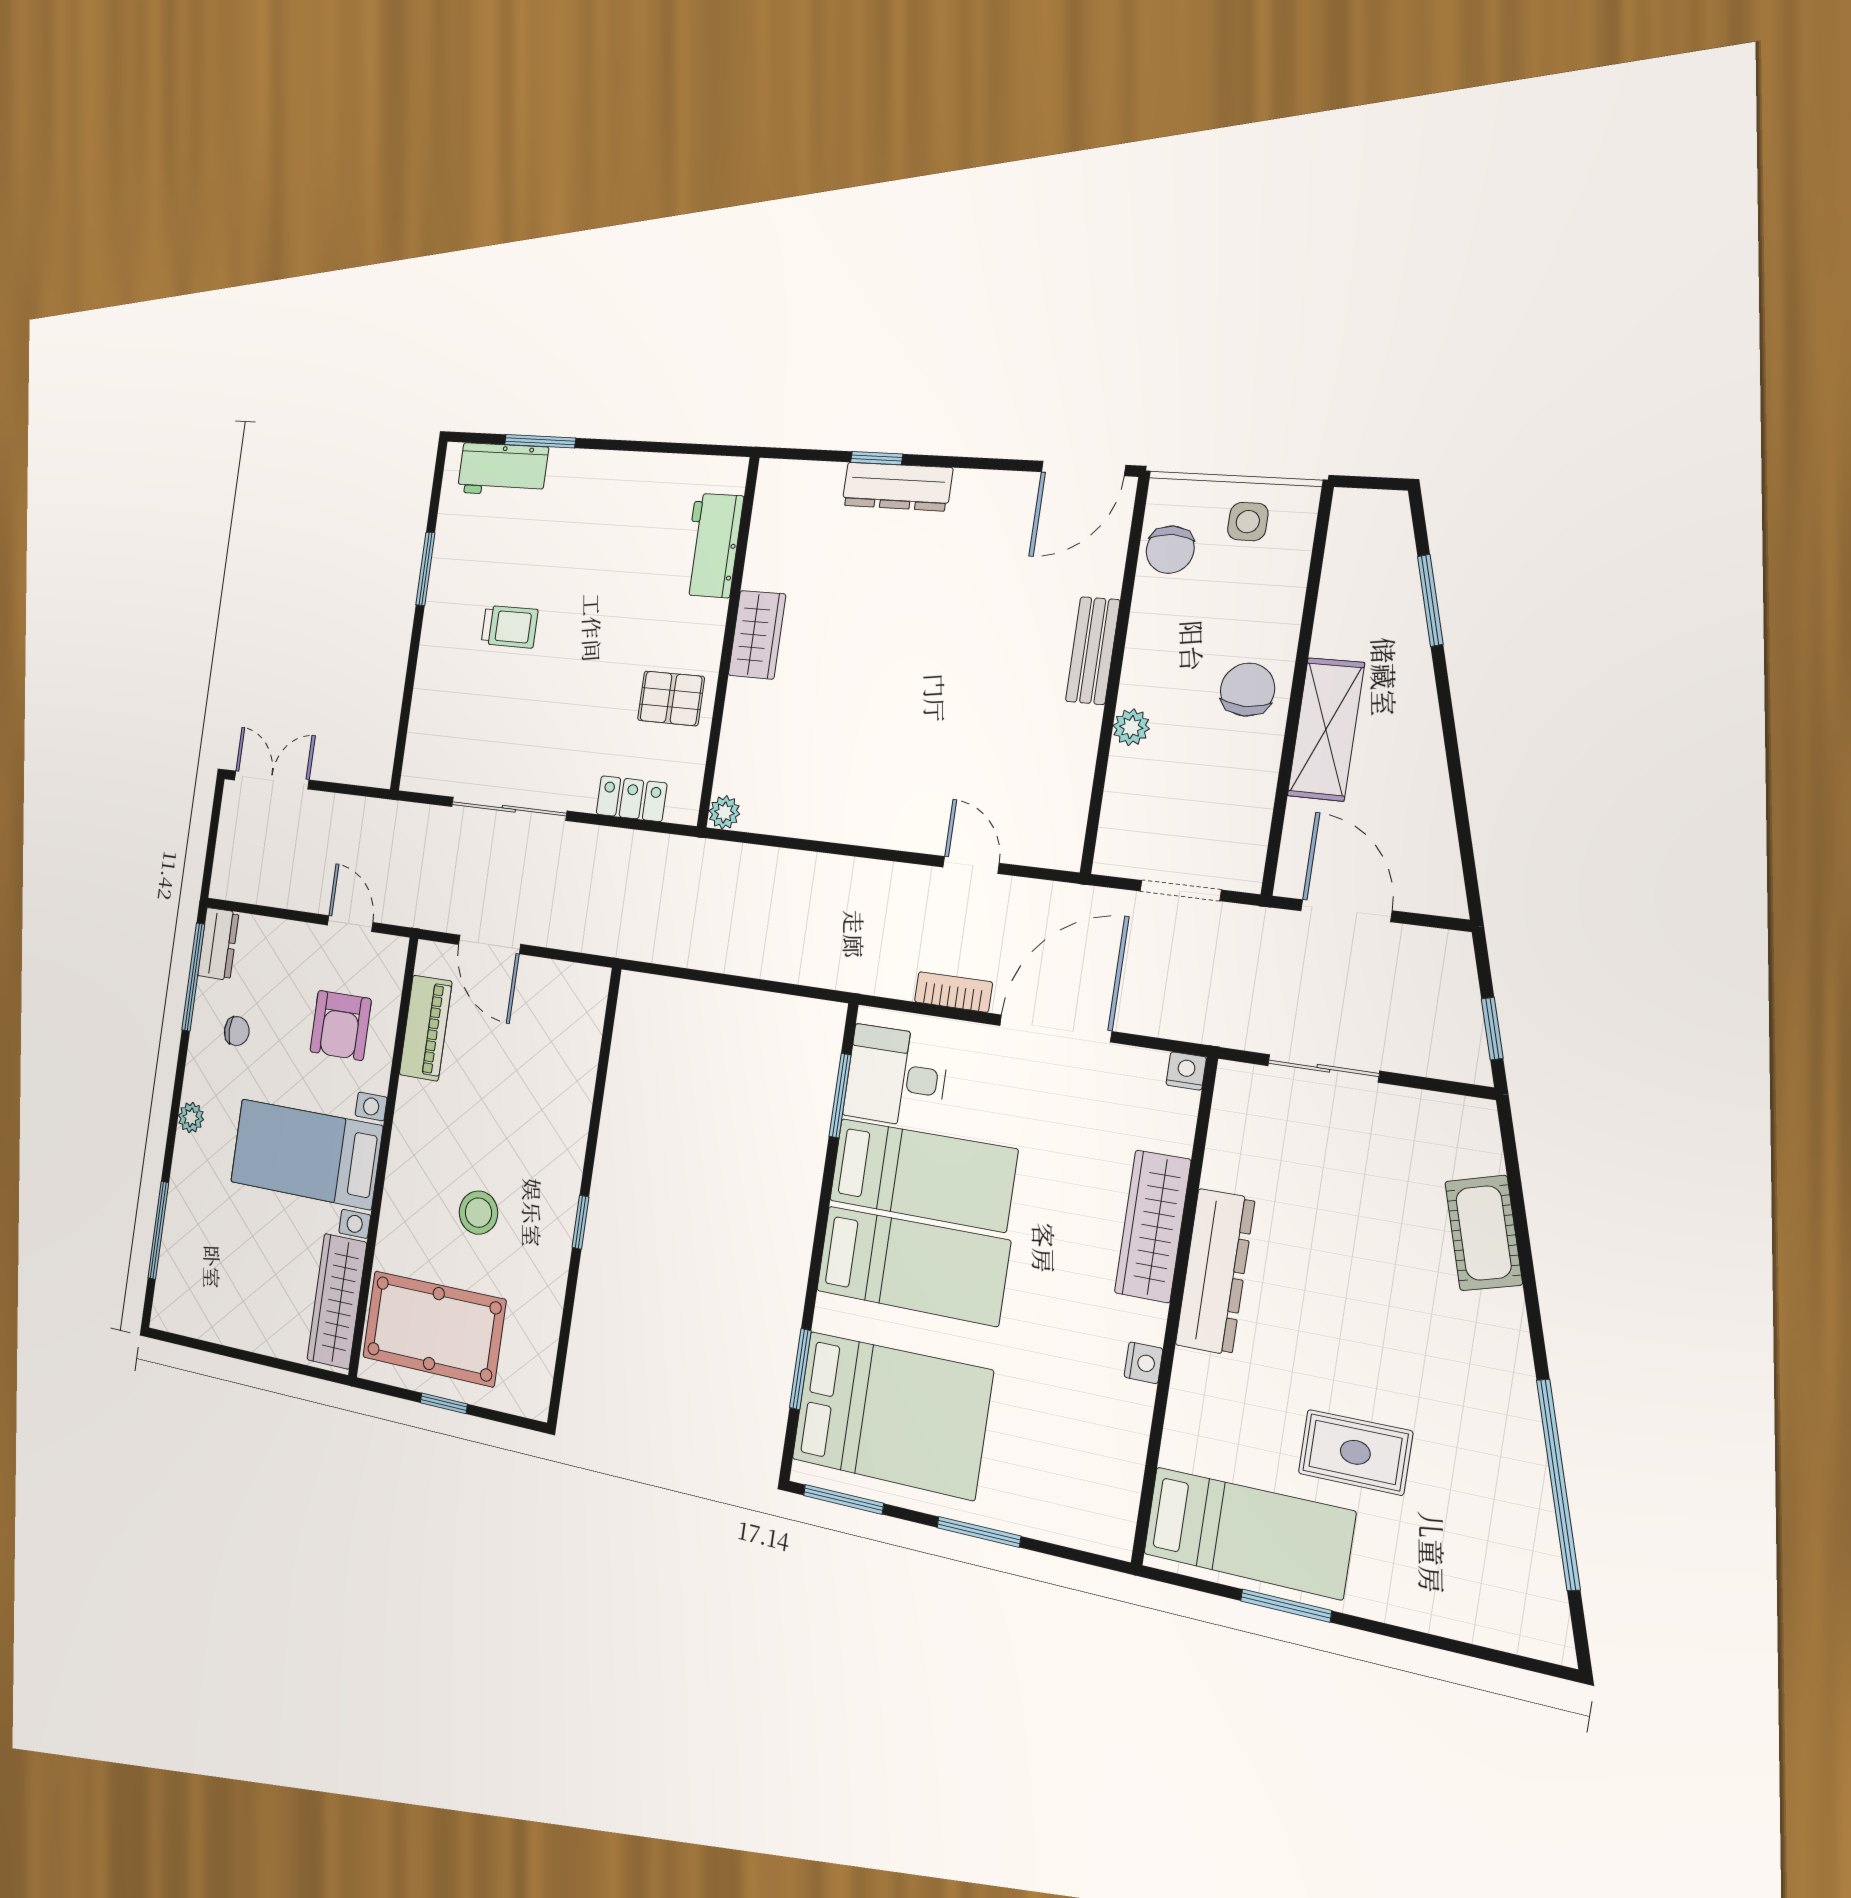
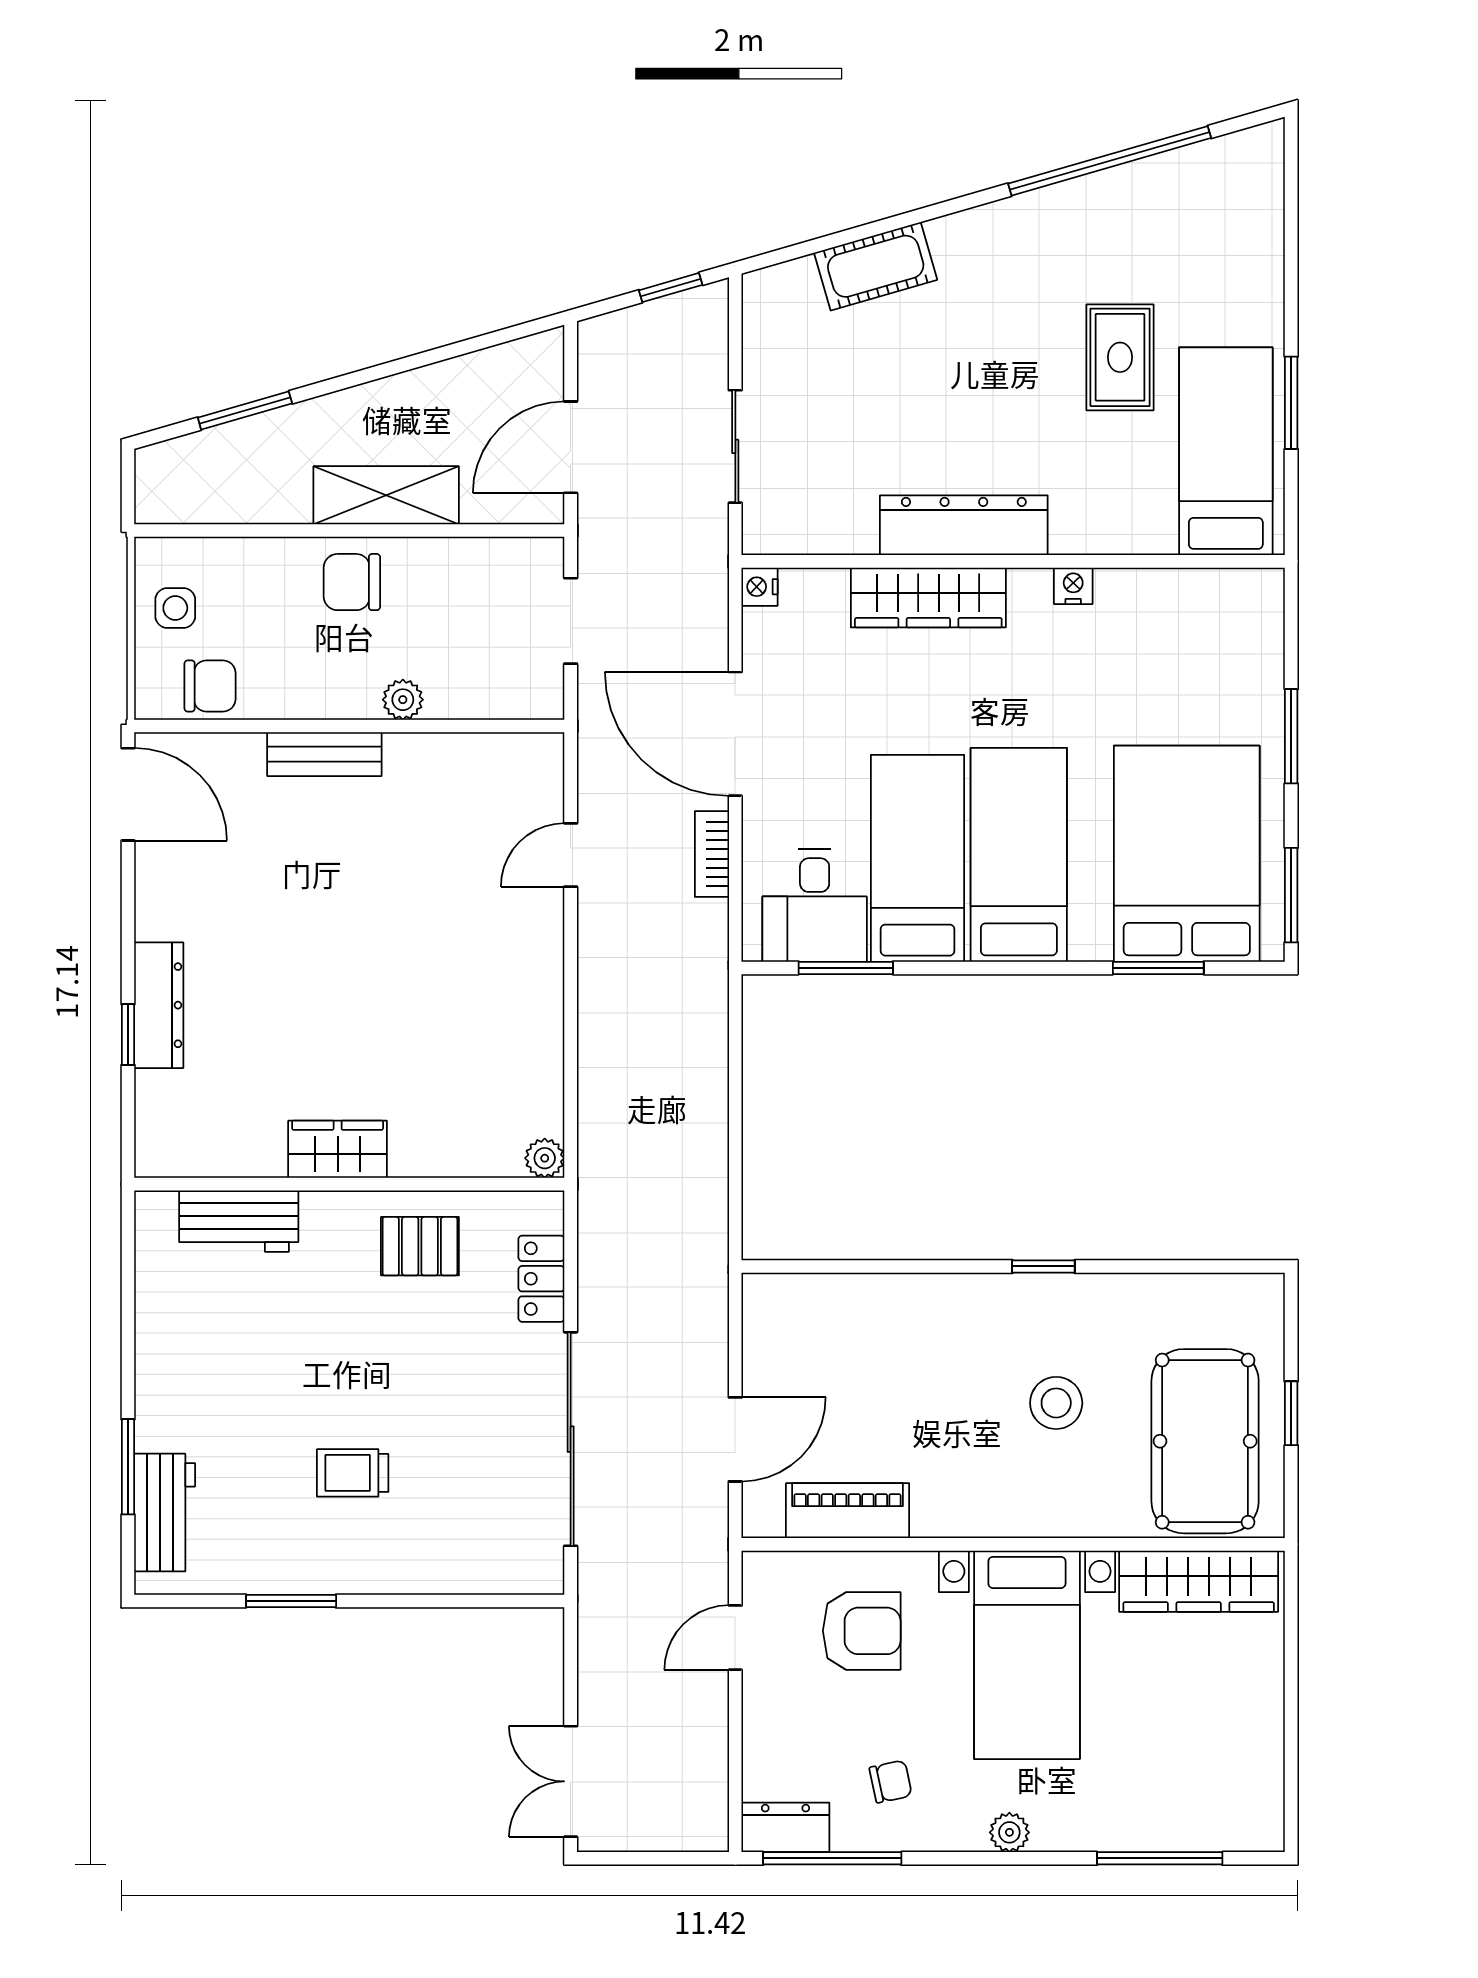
trolley: (510, 627) -> (353, 1473), turned -90
pallet: (671, 698) -> (420, 1246), turned 90
sliding door: (509, 809) -> (571, 1439), width x1.36
chair: (237, 1031) -> (891, 1782), turned 78

